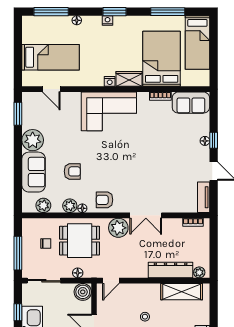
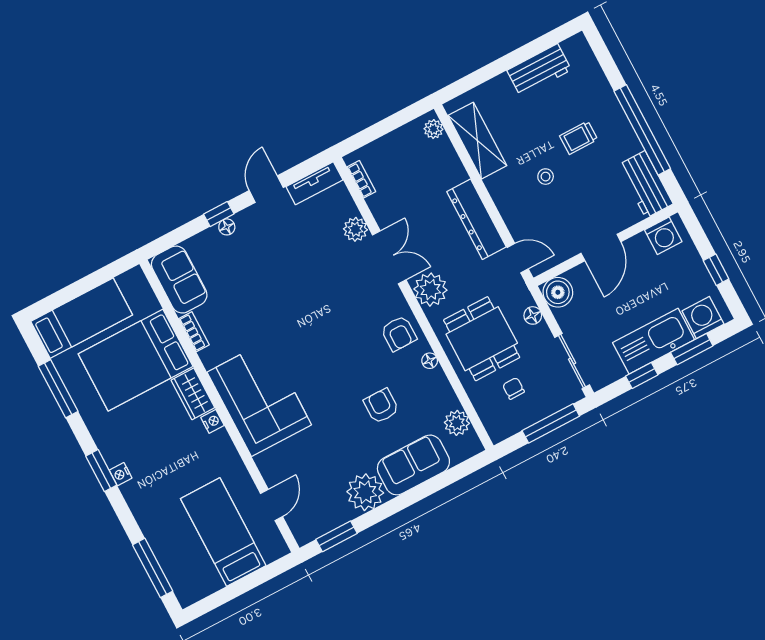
floor lamp: (77, 20) -> (145, 522), removed
plant: (70, 206) -> (355, 229), moved
dresser: (171, 270) -> (476, 219), moved

